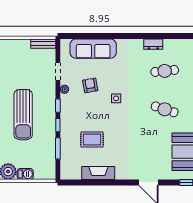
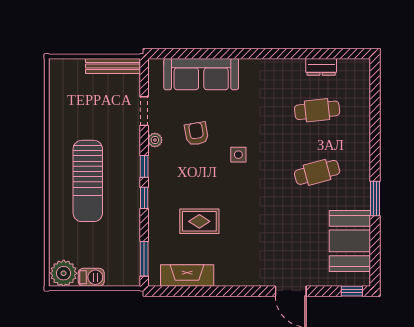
bench: (43, 44) -> (113, 66), width x1.36
dresser: (153, 44) -> (321, 67), moved
cafe table: (165, 109) -> (317, 172), turned -33
window: (58, 148) -> (144, 259), moved
fireplace: (98, 173) -> (187, 276), moved

